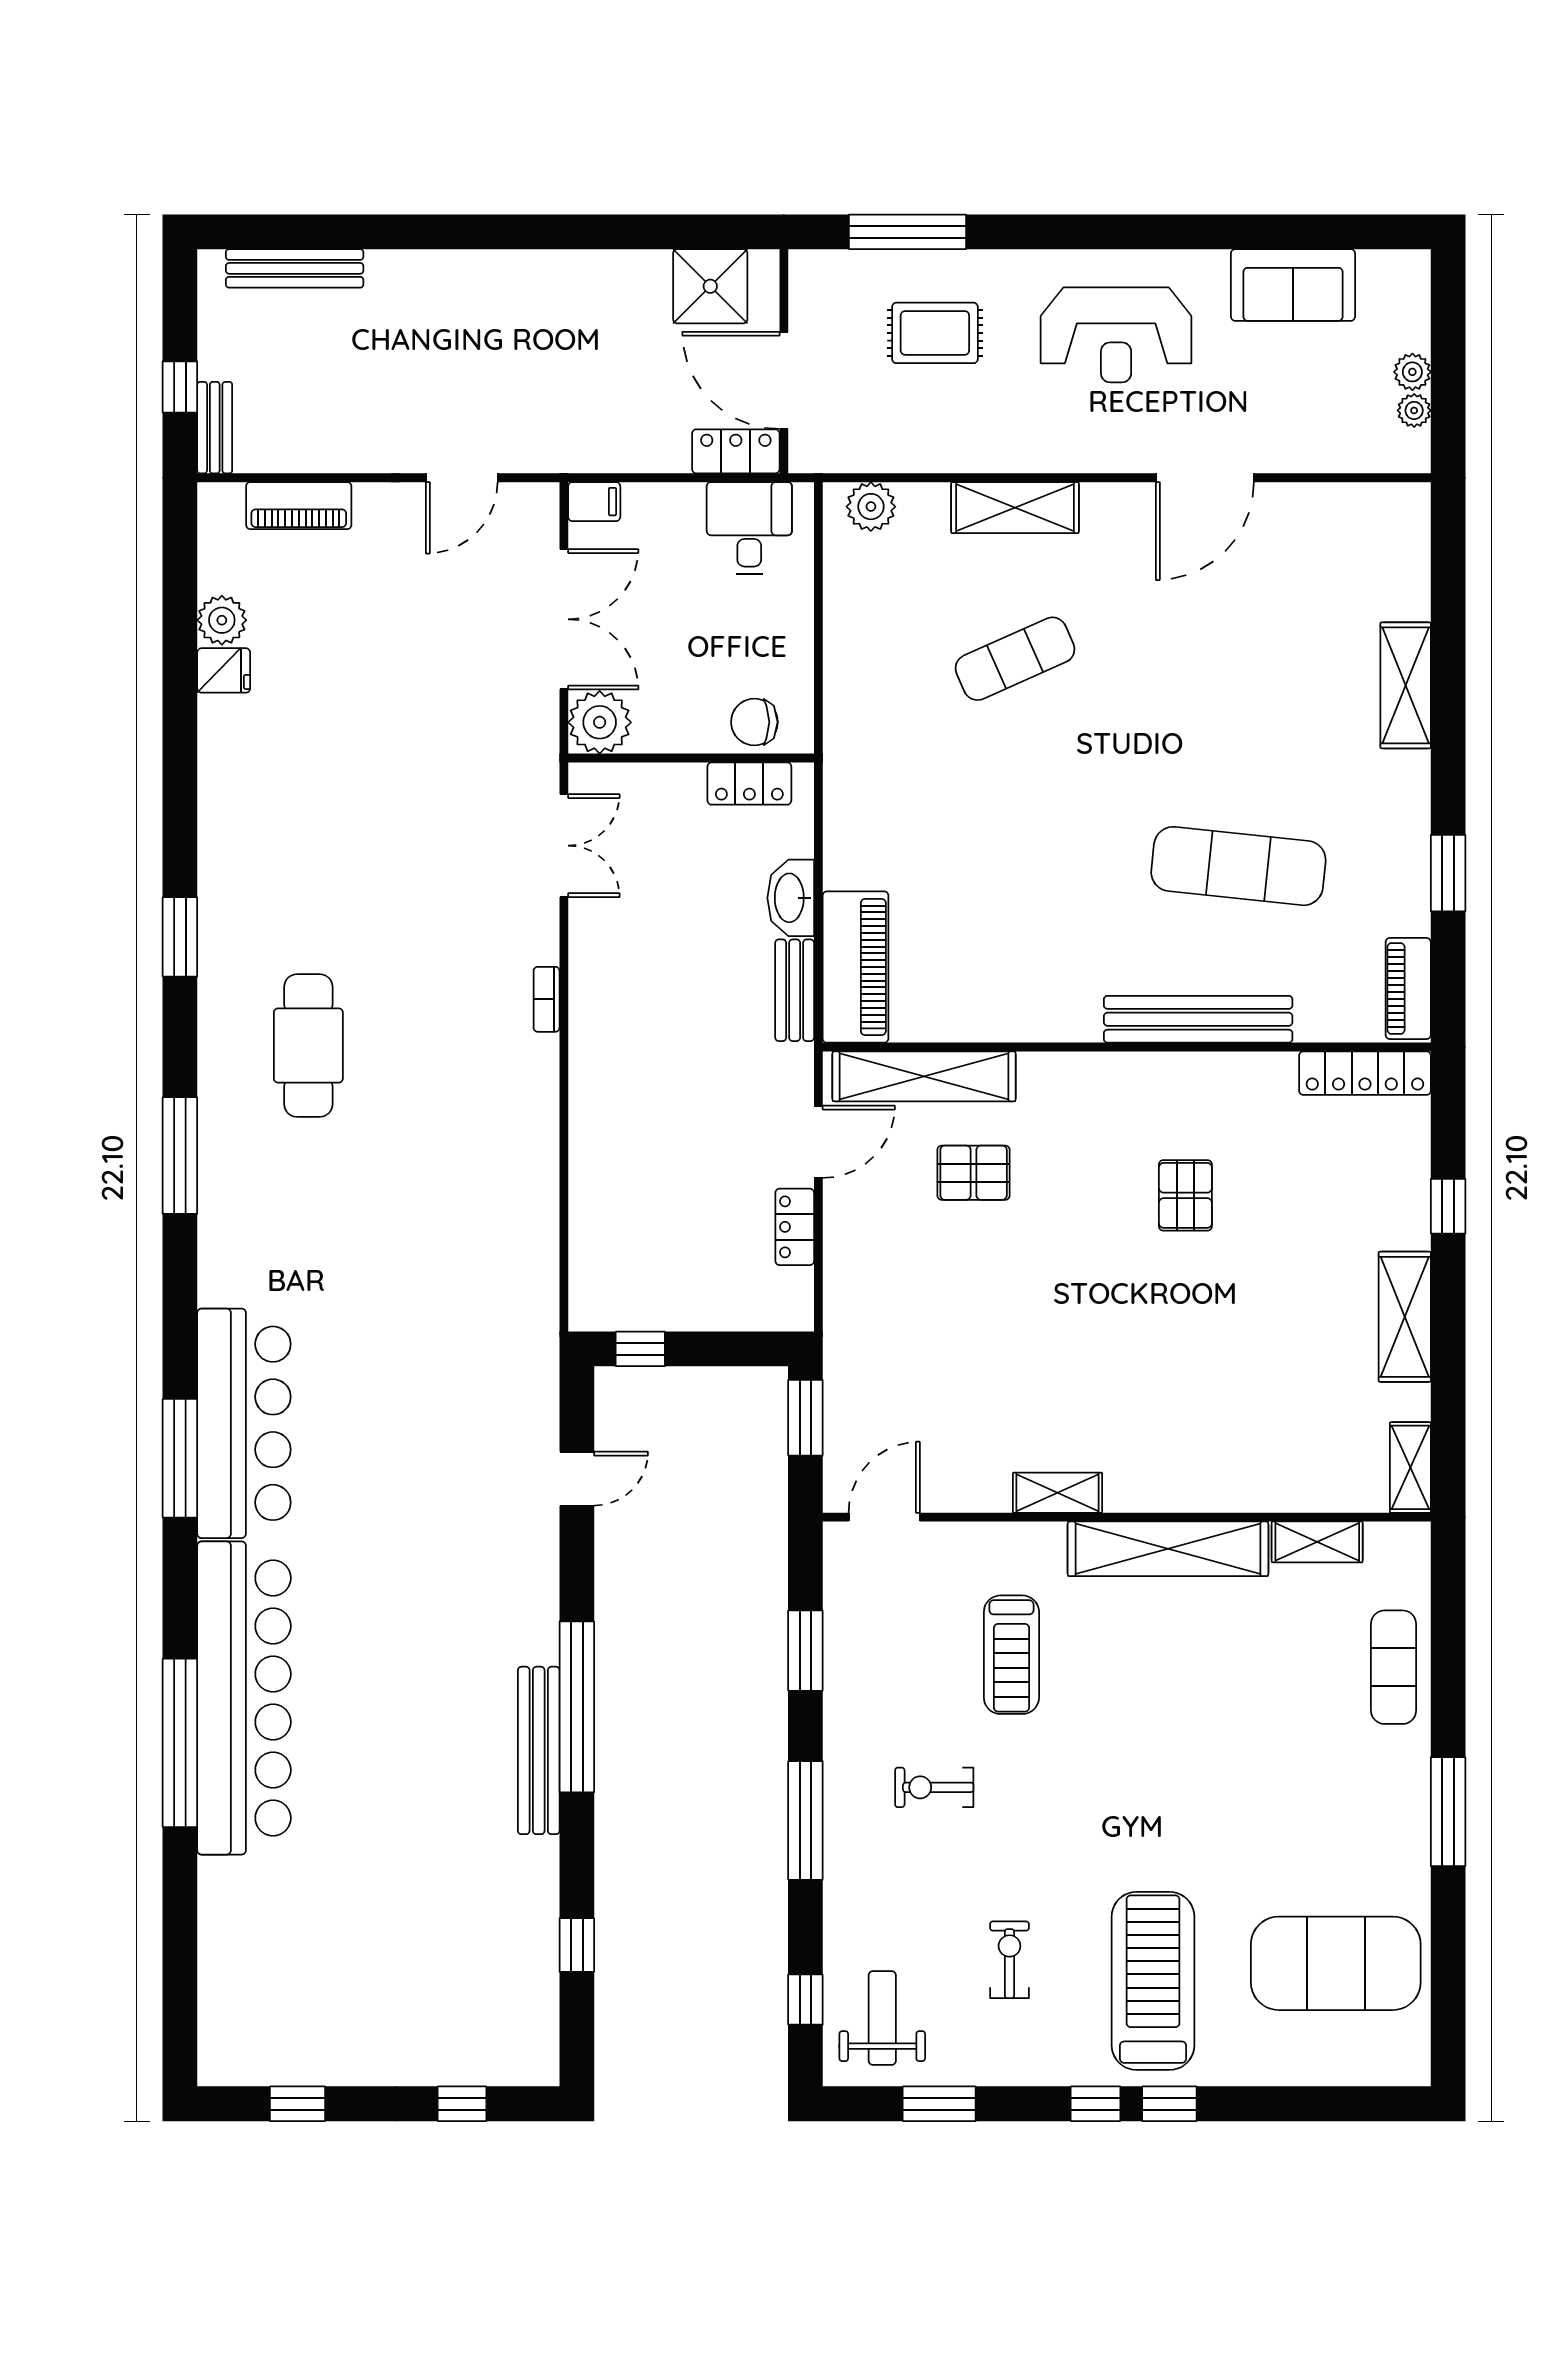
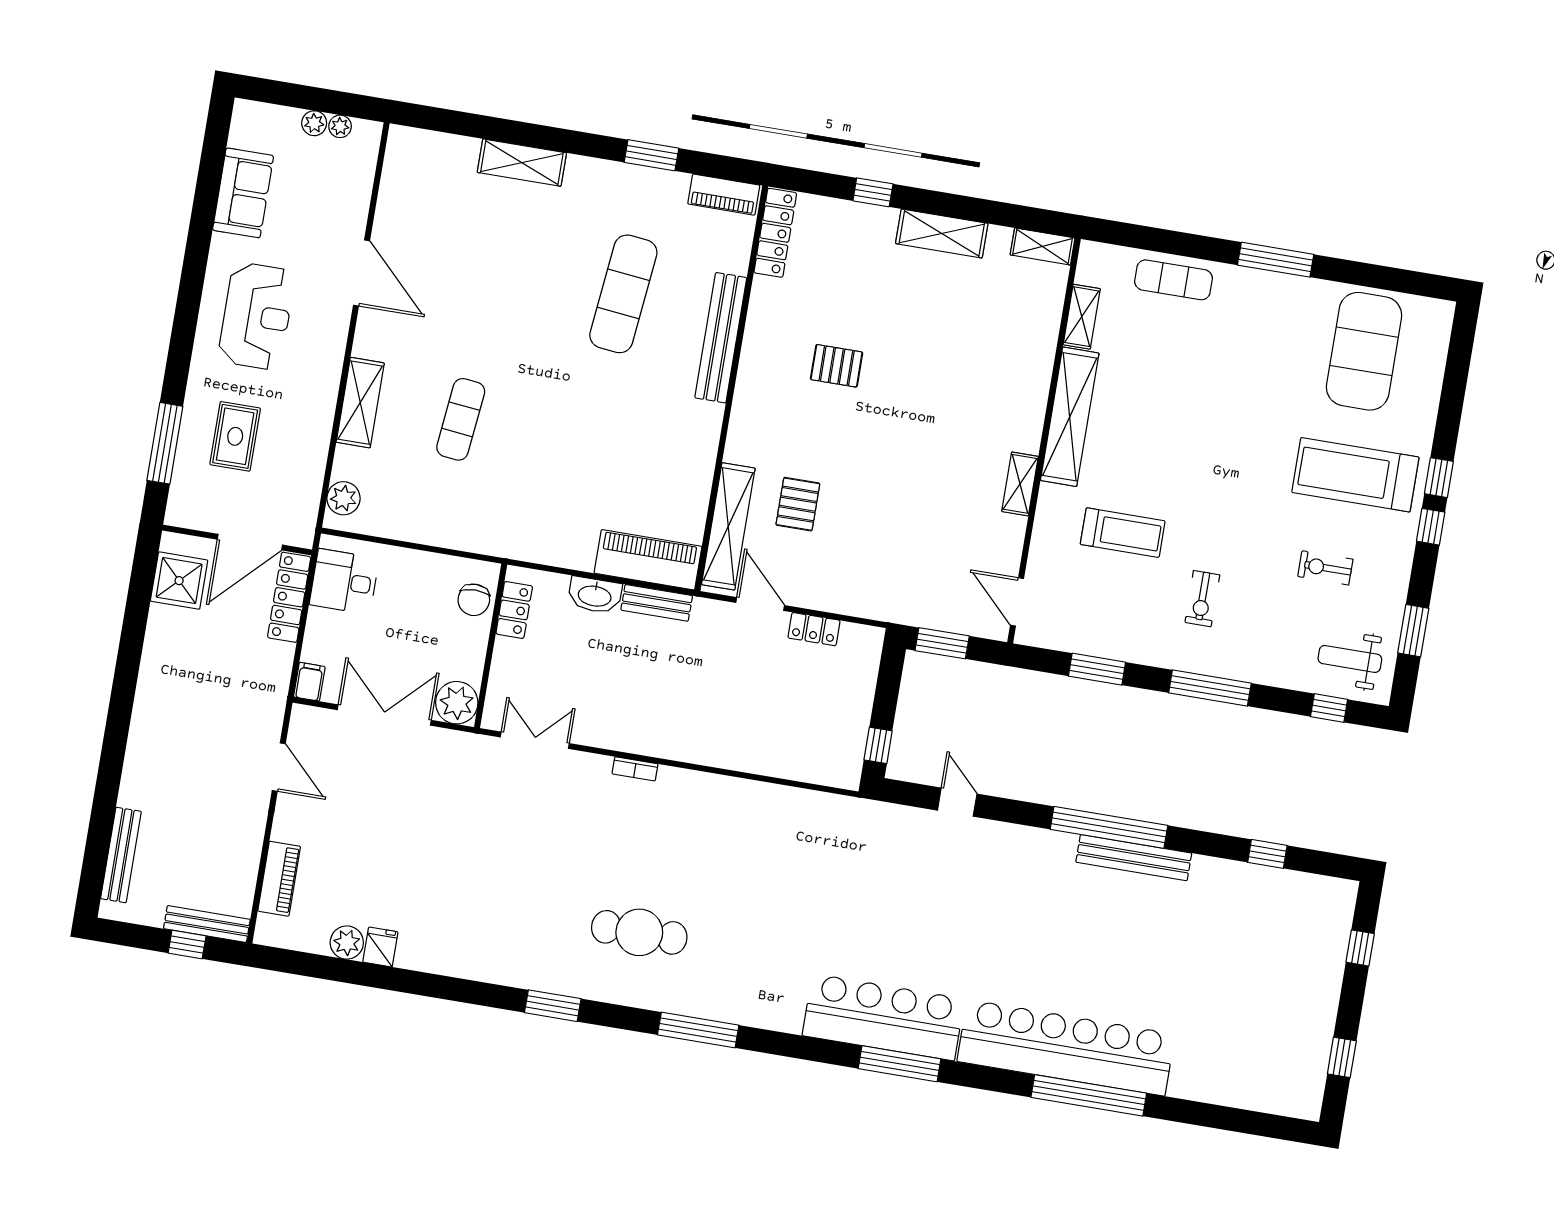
bench: (215, 428) -> (207, 924), width x1.36
locker: (736, 451) -> (289, 597), width x1.53
exercise mat: (1015, 659) -> (461, 419), turned 30

